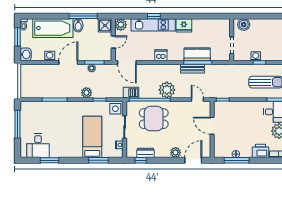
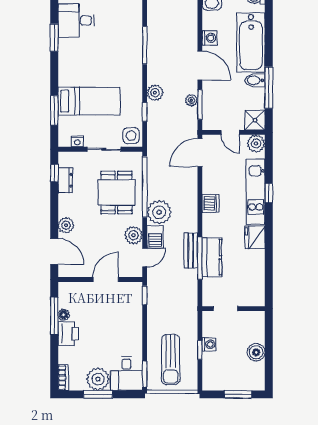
boiler: (244, 25) -> (256, 352), moved
barbecue: (131, 93) -> (155, 237), moved
plant: (182, 107) -> (133, 235), added
printer: (261, 151) -> (68, 334), moved

